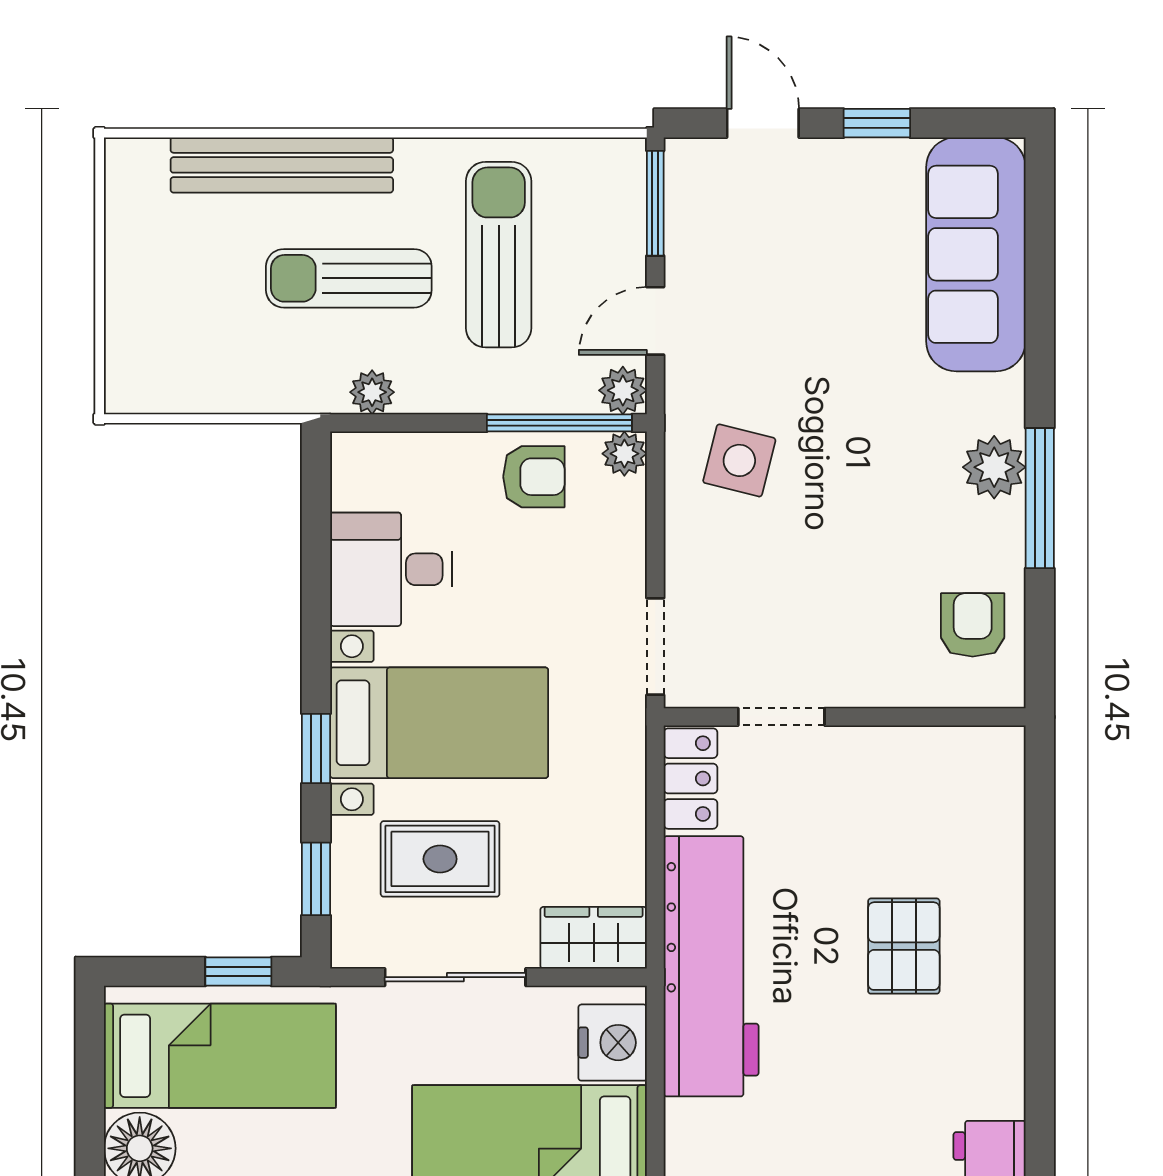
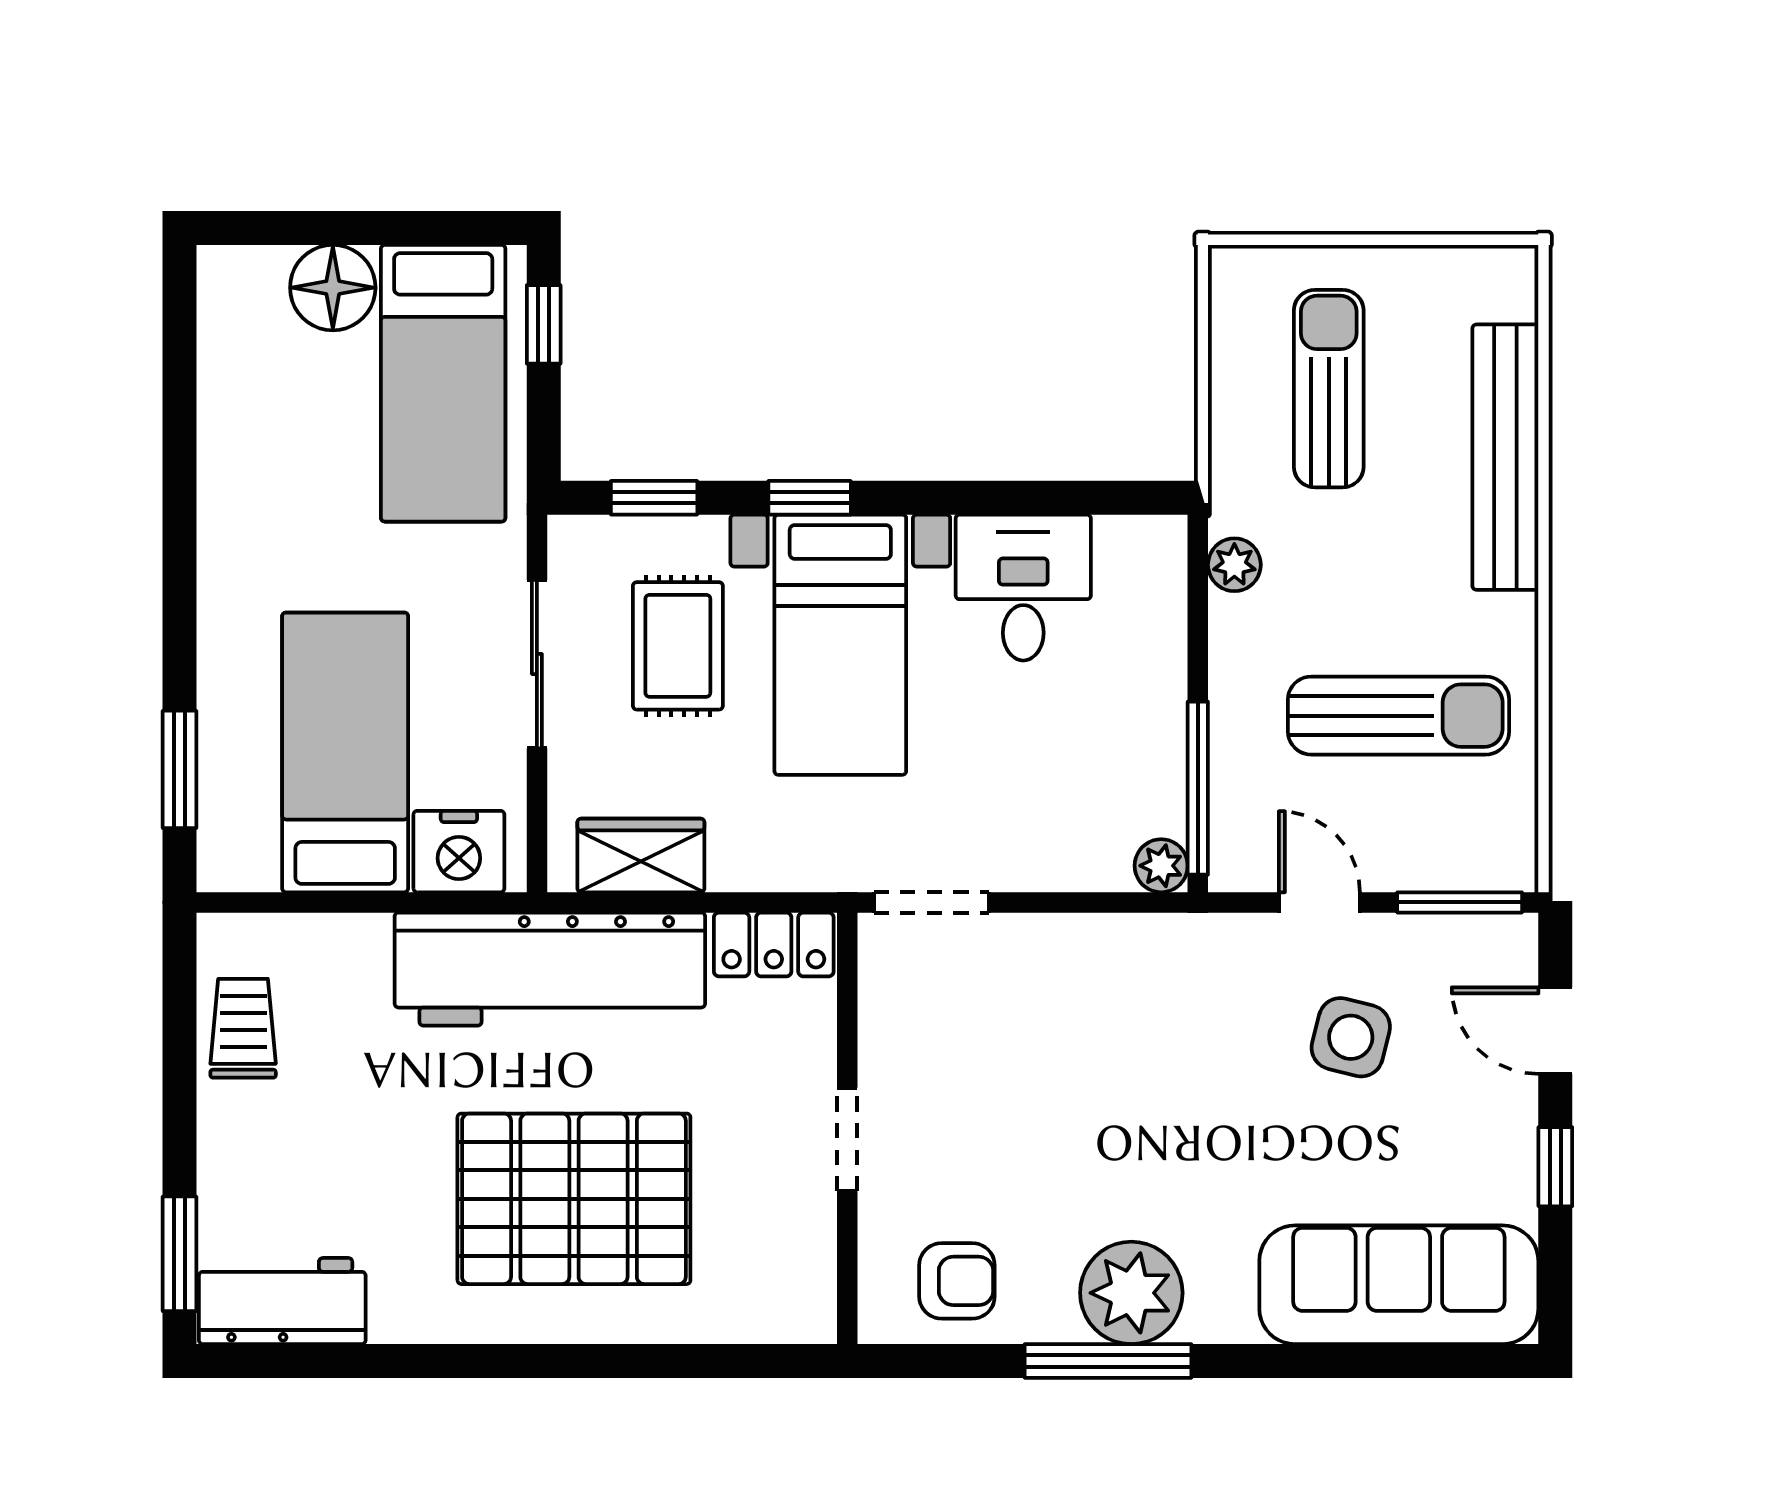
door: (763, 123) -> (1555, 1031), swing flipped
sun lounger: (349, 278) -> (1329, 389), moved
plant: (623, 390) -> (1237, 864), removed
side table: (739, 460) -> (1351, 1037), moved
plant: (994, 467) -> (1131, 1293), width x1.36, depth x1.36
armchair: (534, 477) -> (1134, 758), removed
doorway: (781, 717) -> (847, 1140), moved
wardrobe: (594, 938) -> (641, 855), moved, turned -90
pallet: (904, 946) -> (574, 1199), width x2.05, depth x2.00
window: (238, 971) -> (544, 324), moved

